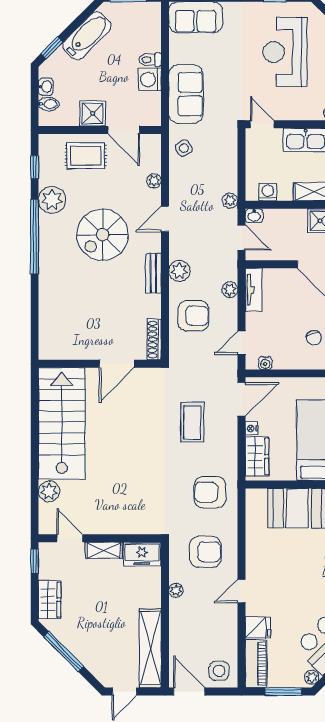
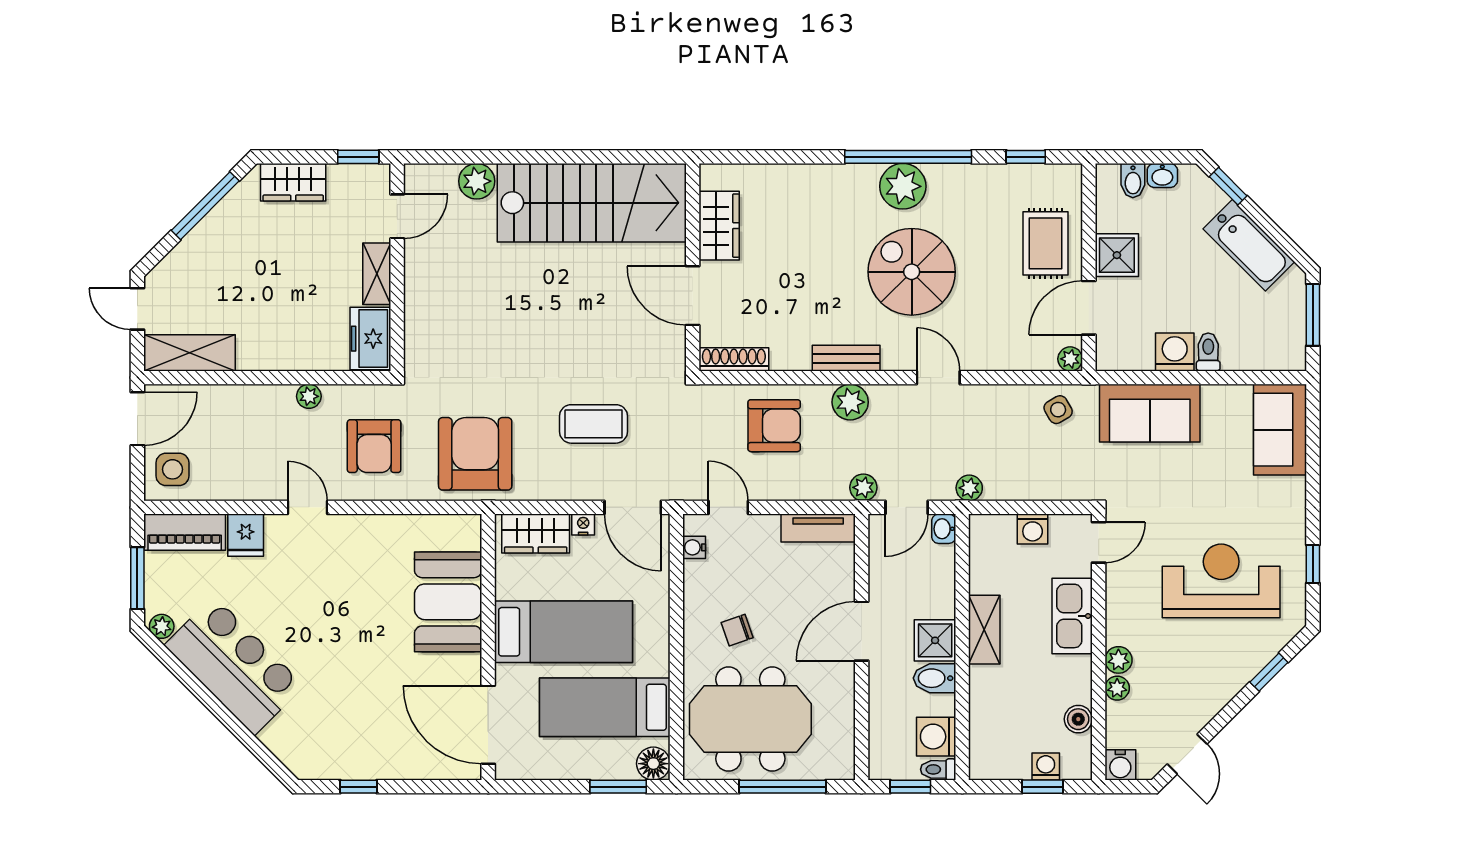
plant: (154, 181) -> (1070, 359), moved
washing machine: (268, 192) -> (1033, 529), moved, turned 90
plant: (52, 200) -> (903, 186), moved
plant: (230, 290) -> (863, 487), moved
armchair: (193, 316) -> (774, 426), turned -90
wardrobe: (75, 348) -> (719, 226), added
armchair: (210, 492) -> (475, 454), width x1.36, depth x1.36
shelving: (150, 648) -> (190, 353), width x0.68

